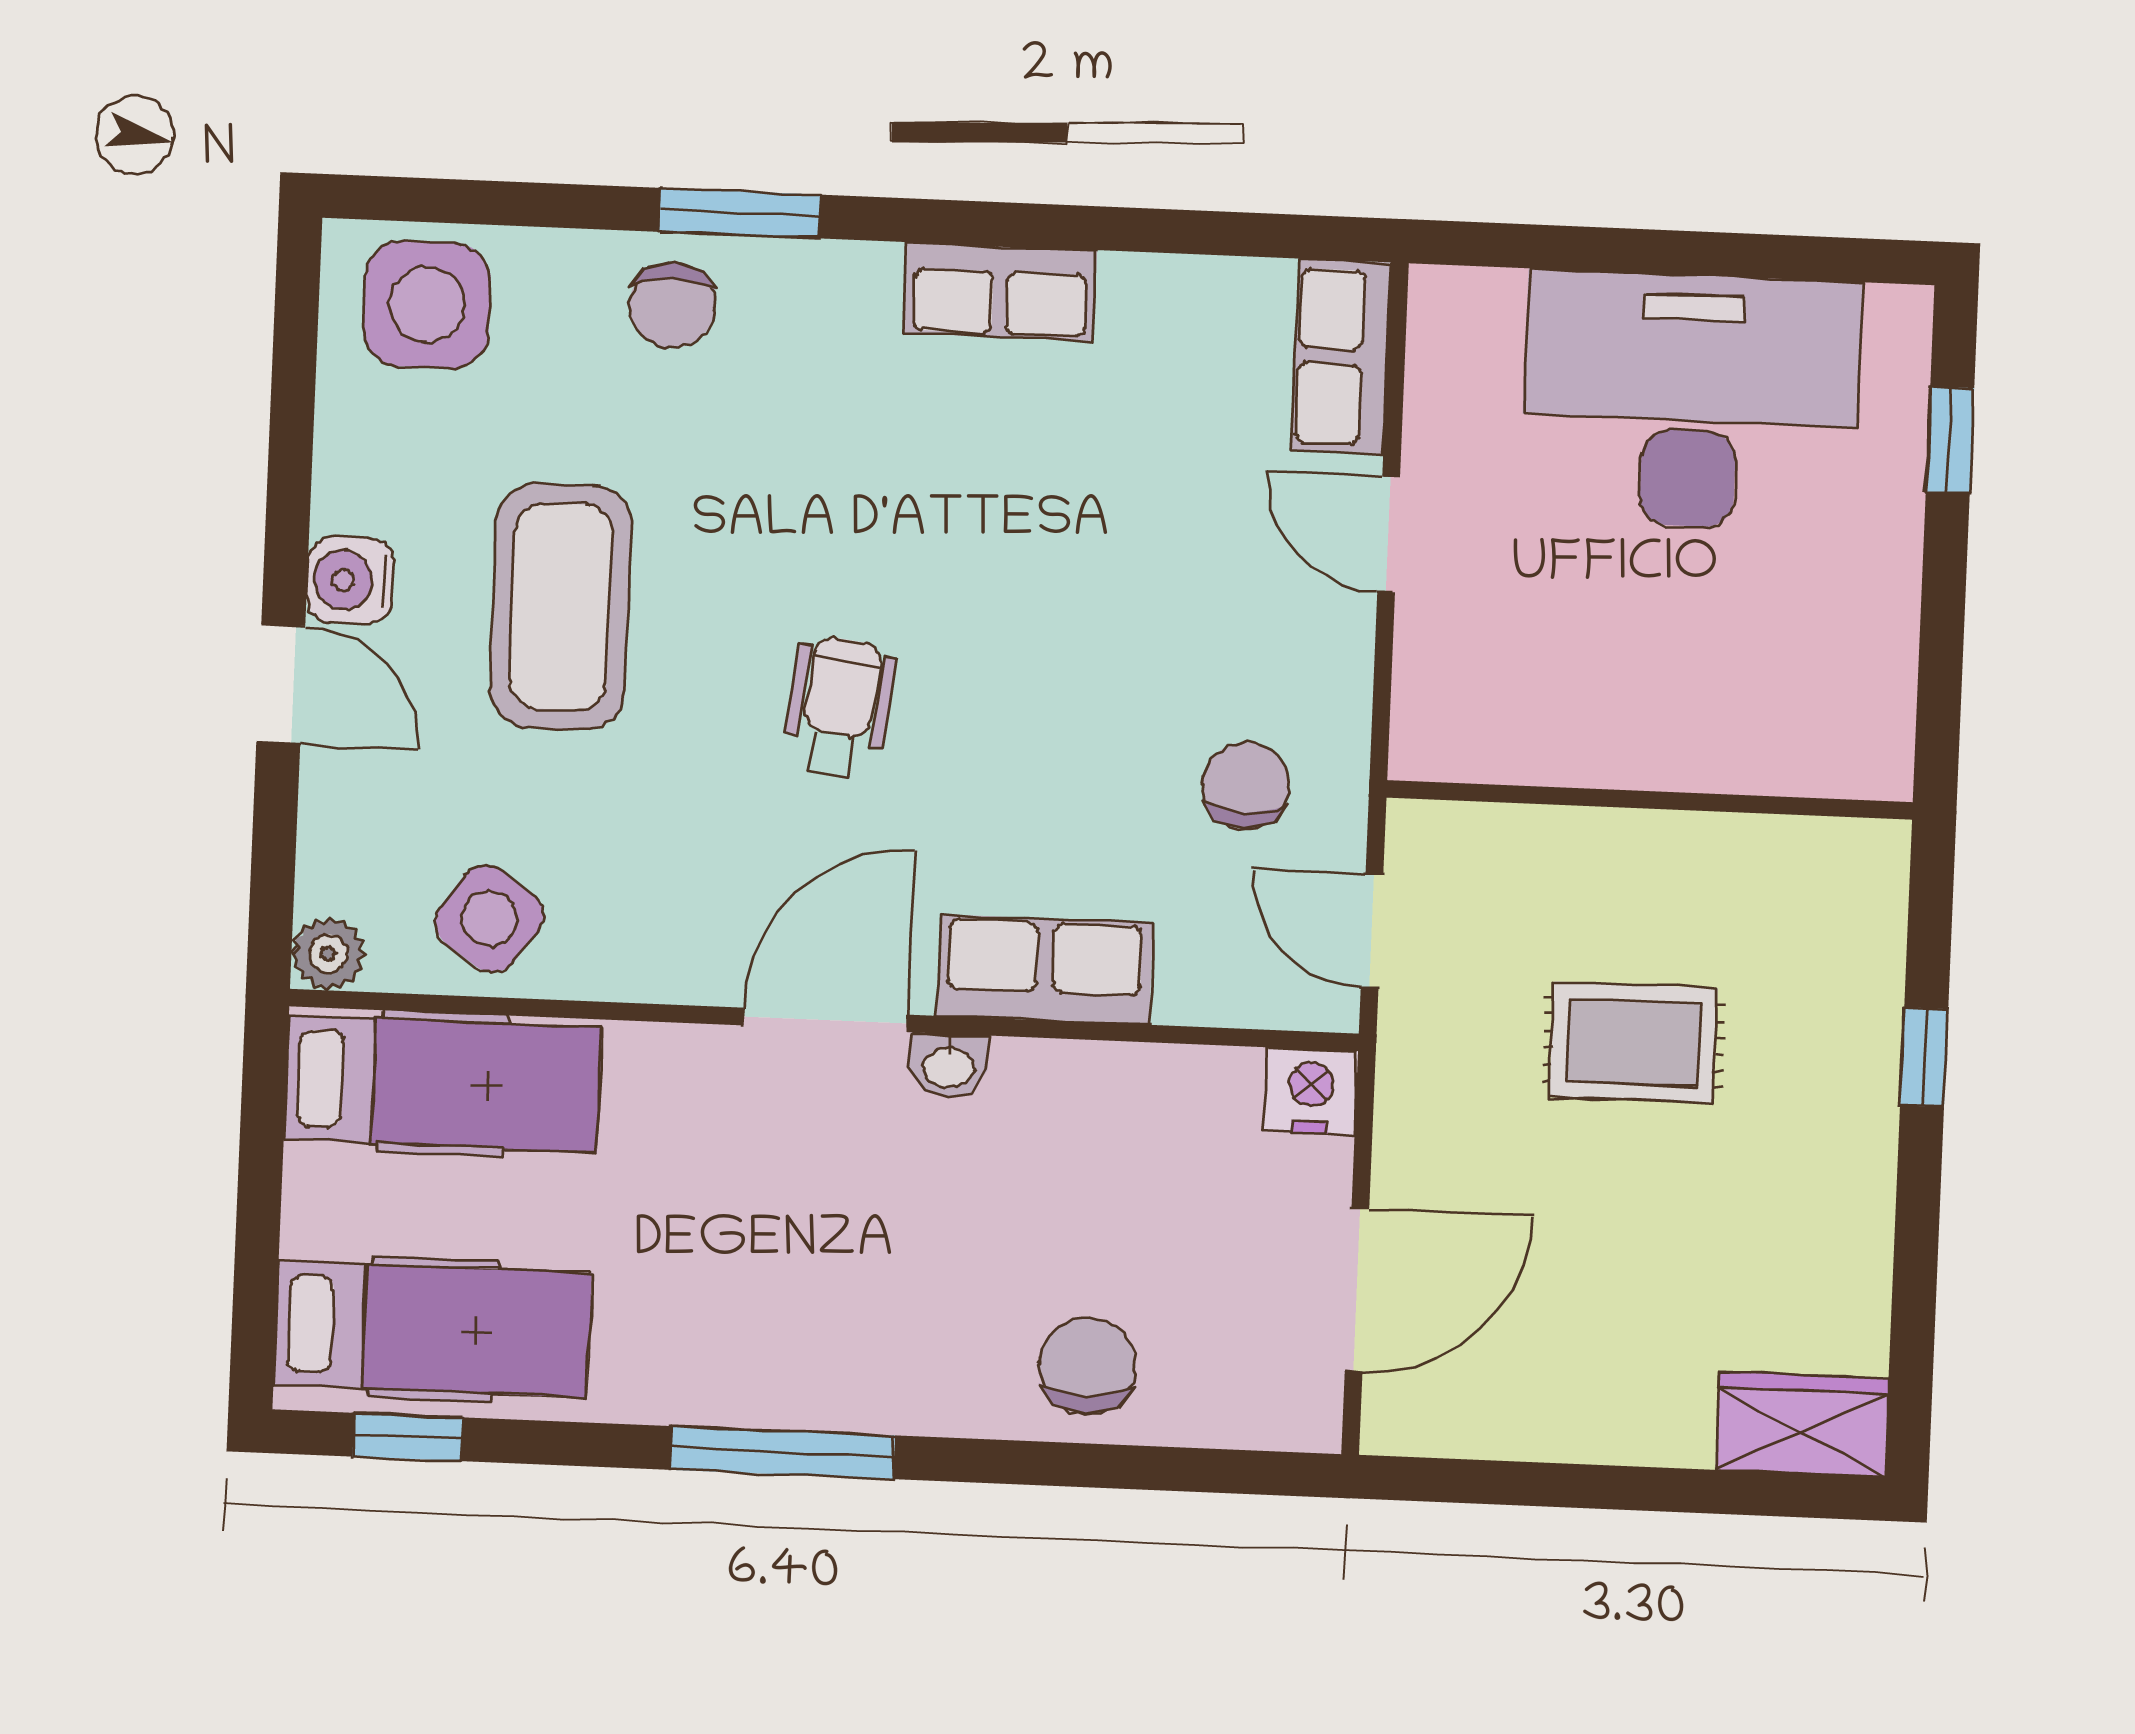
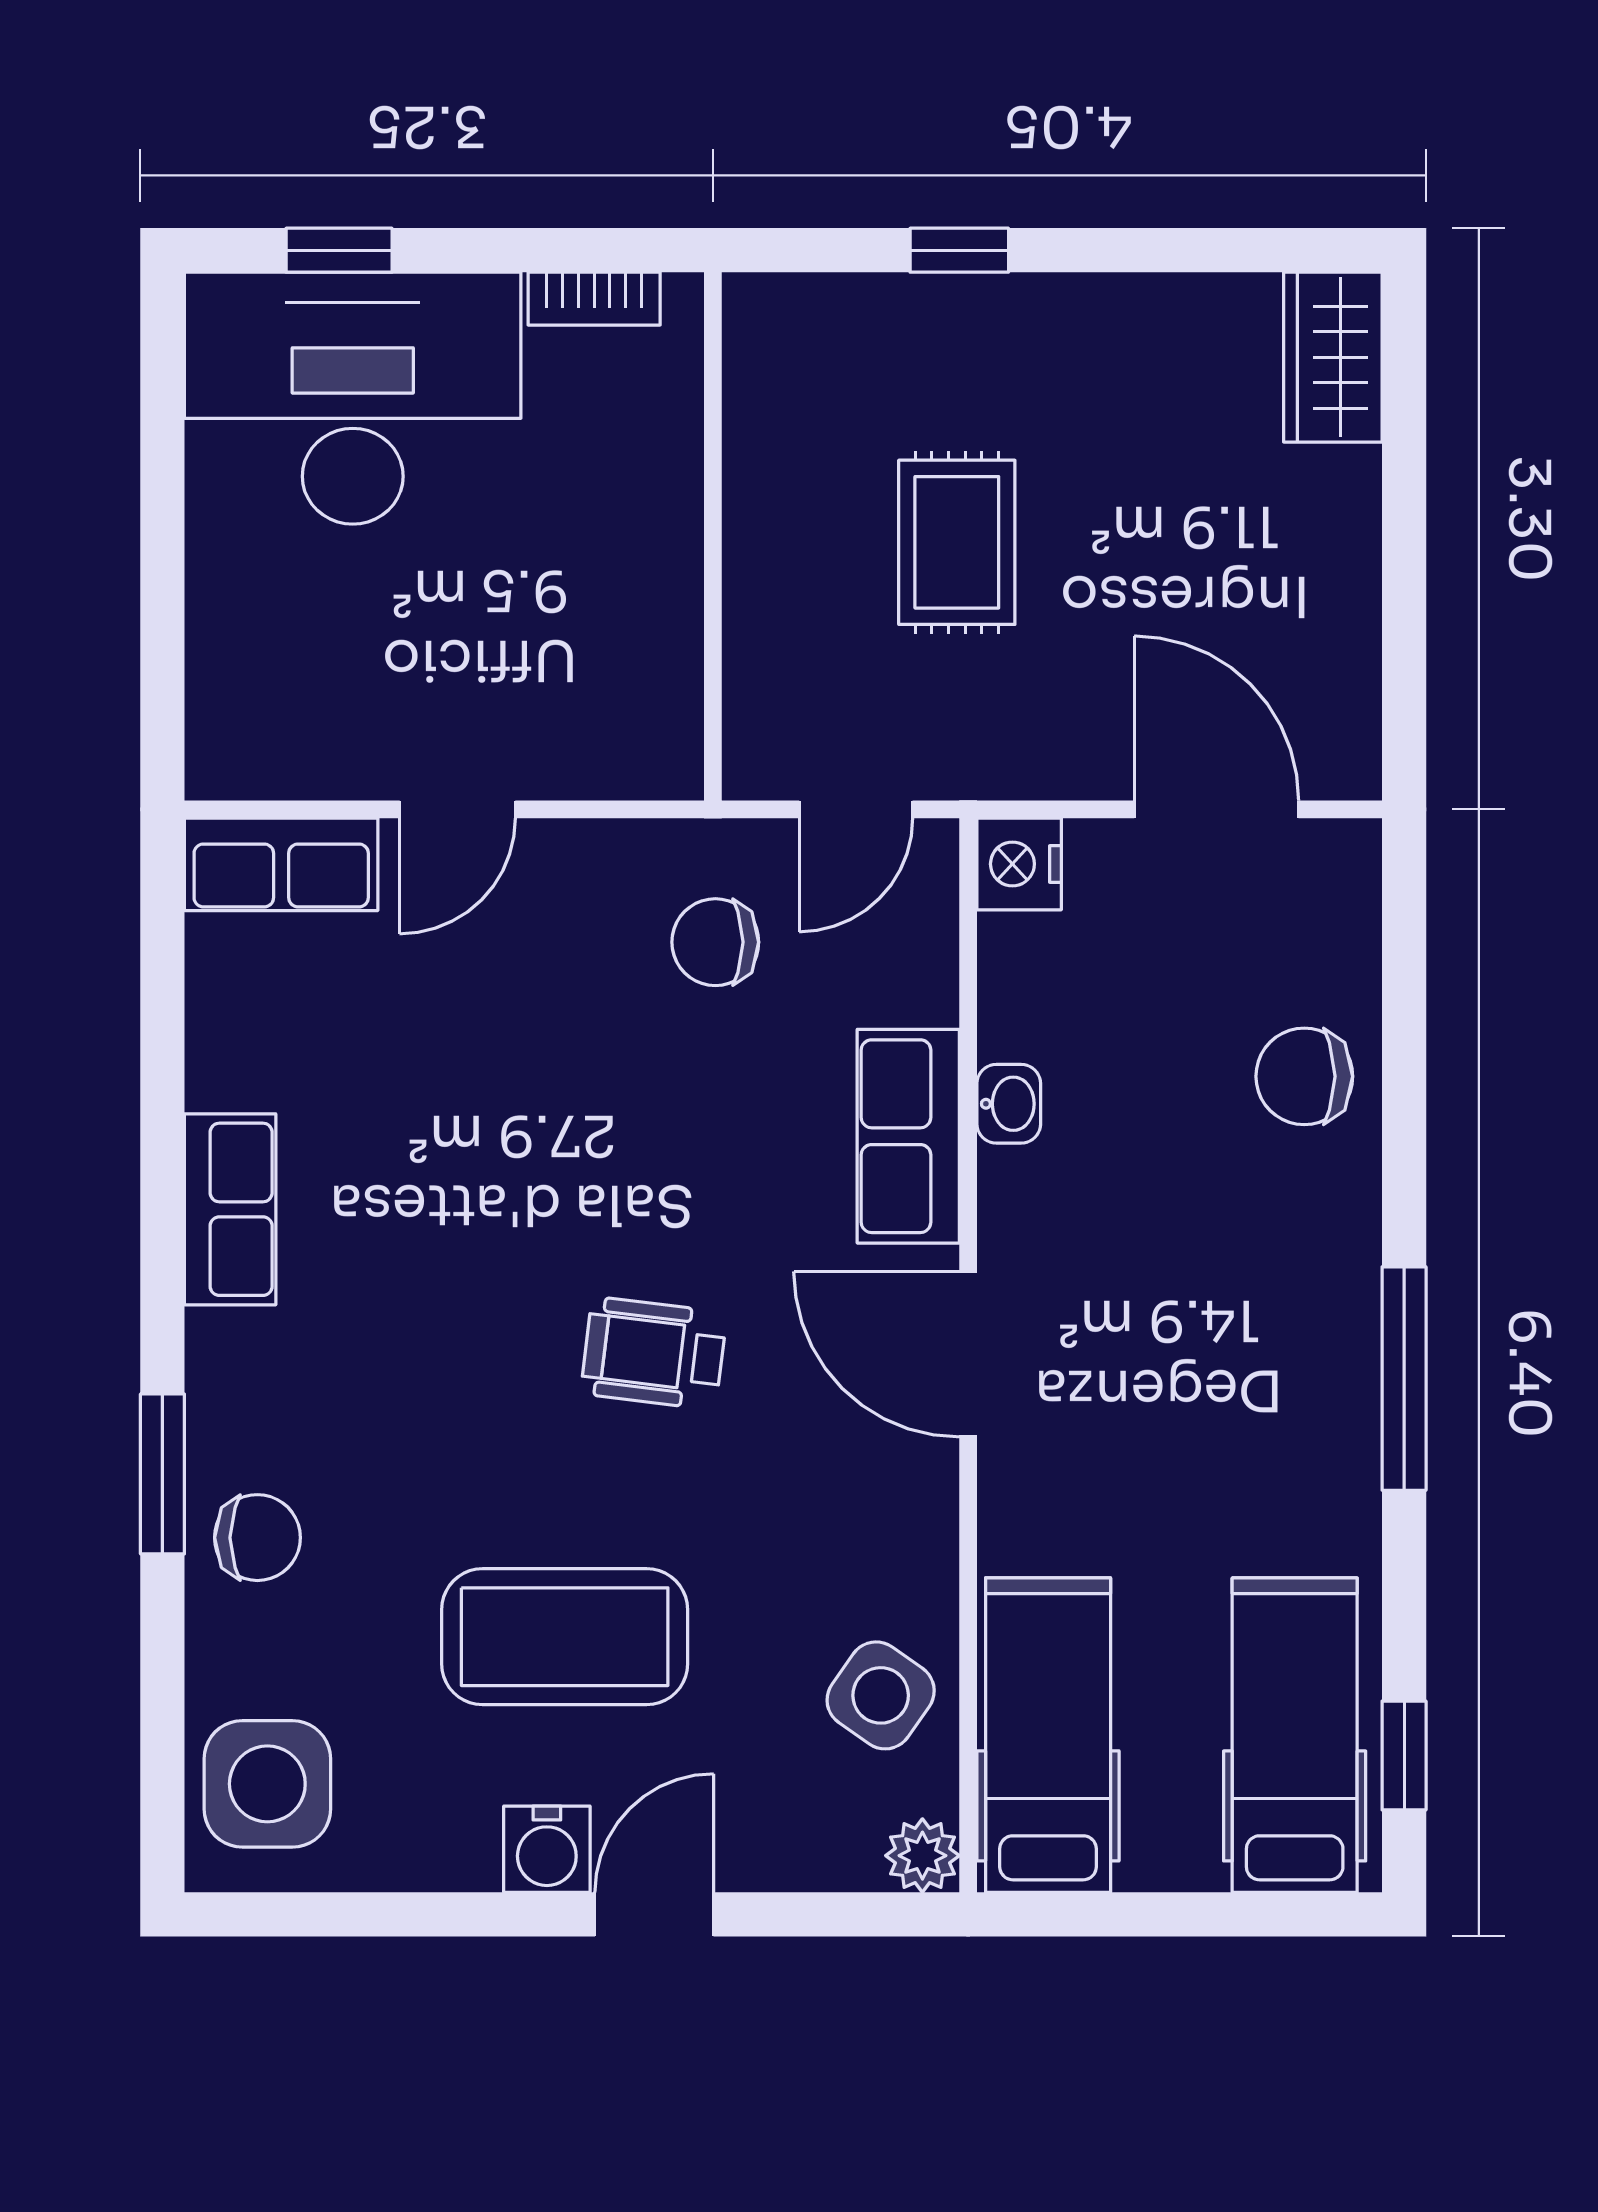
desk: (1691, 401) -> (353, 398), moved, turned 90
bookcase: (1891, 692) -> (594, 299), added
washbasin: (948, 1066) -> (1009, 1104), moved

